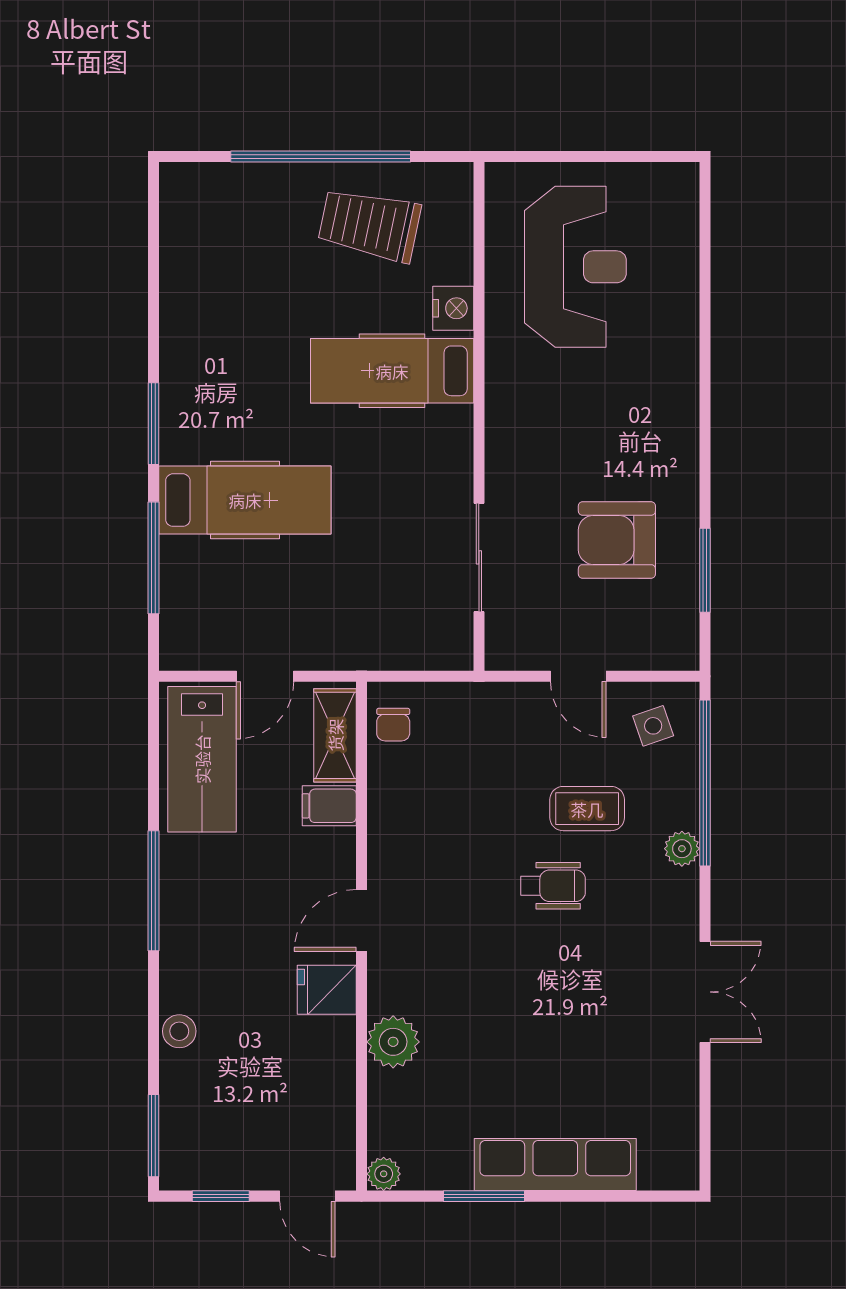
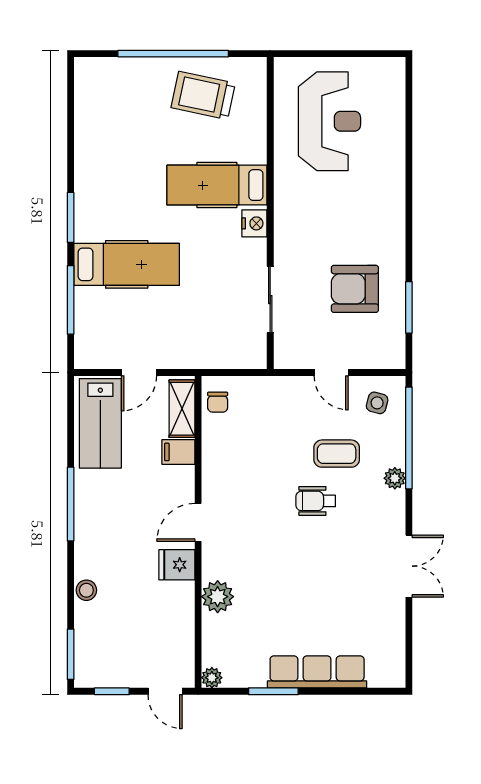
nightstand: (453, 308) -> (254, 223), moved
side table: (653, 726) -> (377, 403), turned 34
wheelchair: (553, 886) -> (316, 501), turned 180

